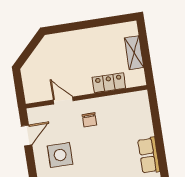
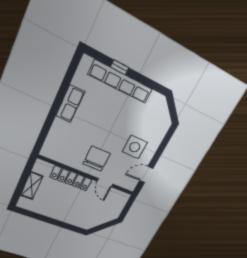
locker: (109, 83) -> (71, 178), width x1.53
chair: (89, 120) -> (97, 159), width x1.87, depth x1.87

